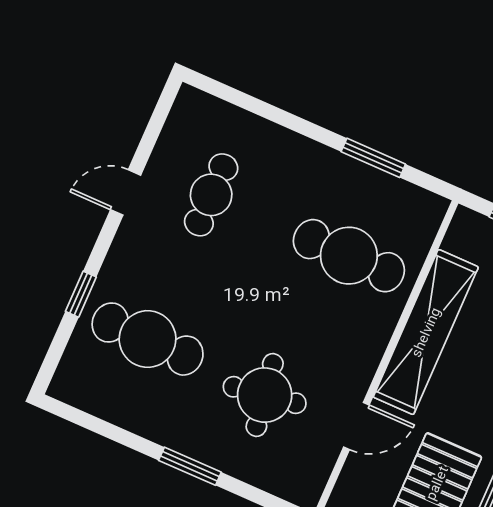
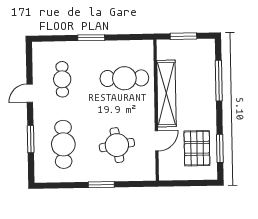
window: (373, 158) -> (91, 38), moved
window: (81, 294) -> (31, 139), width x1.50
cafe table: (148, 339) -> (63, 144), turned 90

